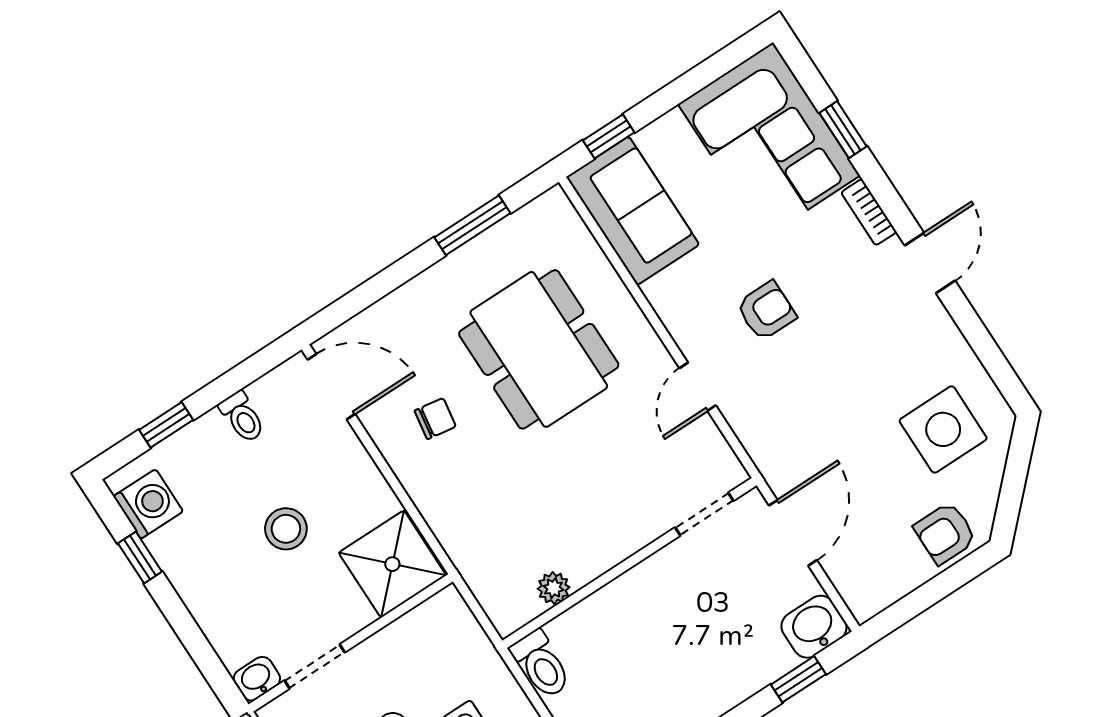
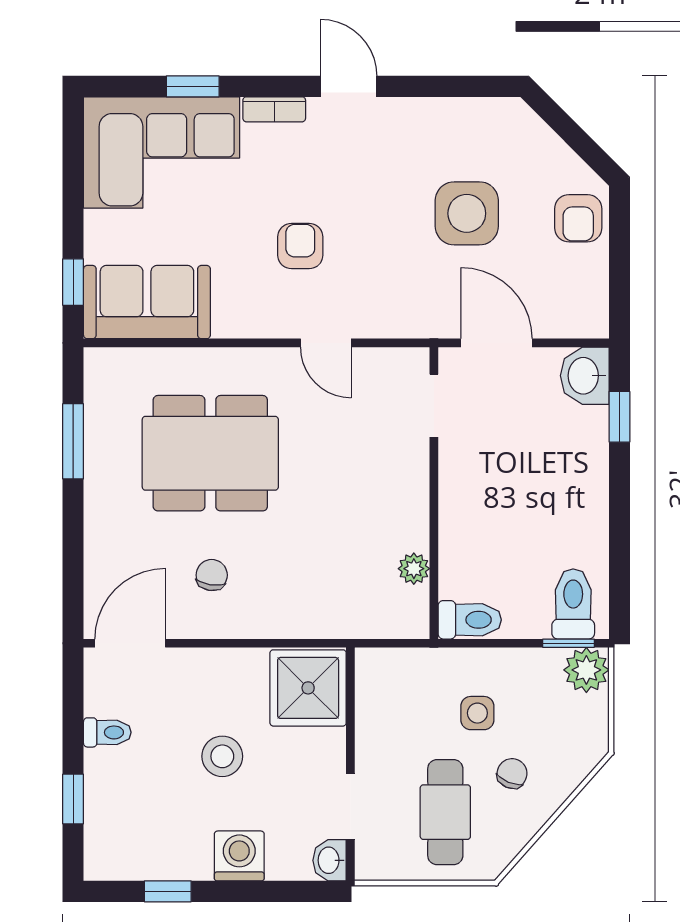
side table: (943, 429) -> (467, 213), moved
washing machine: (148, 504) -> (239, 856), moved

